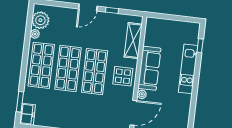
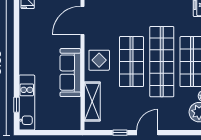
shop shelf: (68, 68) -> (162, 62), width x1.40
kitchen unit: (188, 69) -> (27, 103), moved
plant: (142, 94) -> (75, 42), removed

